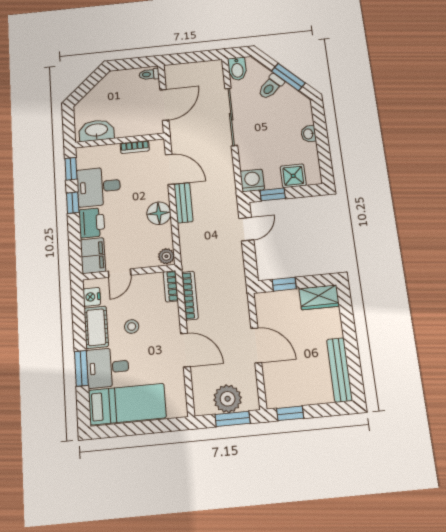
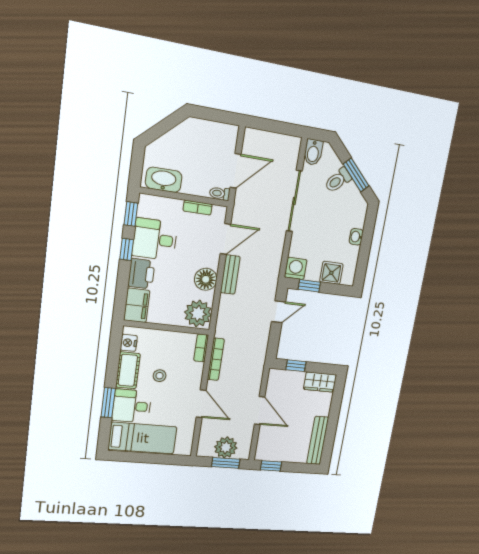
toilet: (149, 74) -> (220, 193), moved
door: (170, 169) -> (225, 239), hinge flipped
plant: (166, 256) -> (198, 314), width x1.88, depth x1.88
door: (120, 273) -> (158, 327), removed

